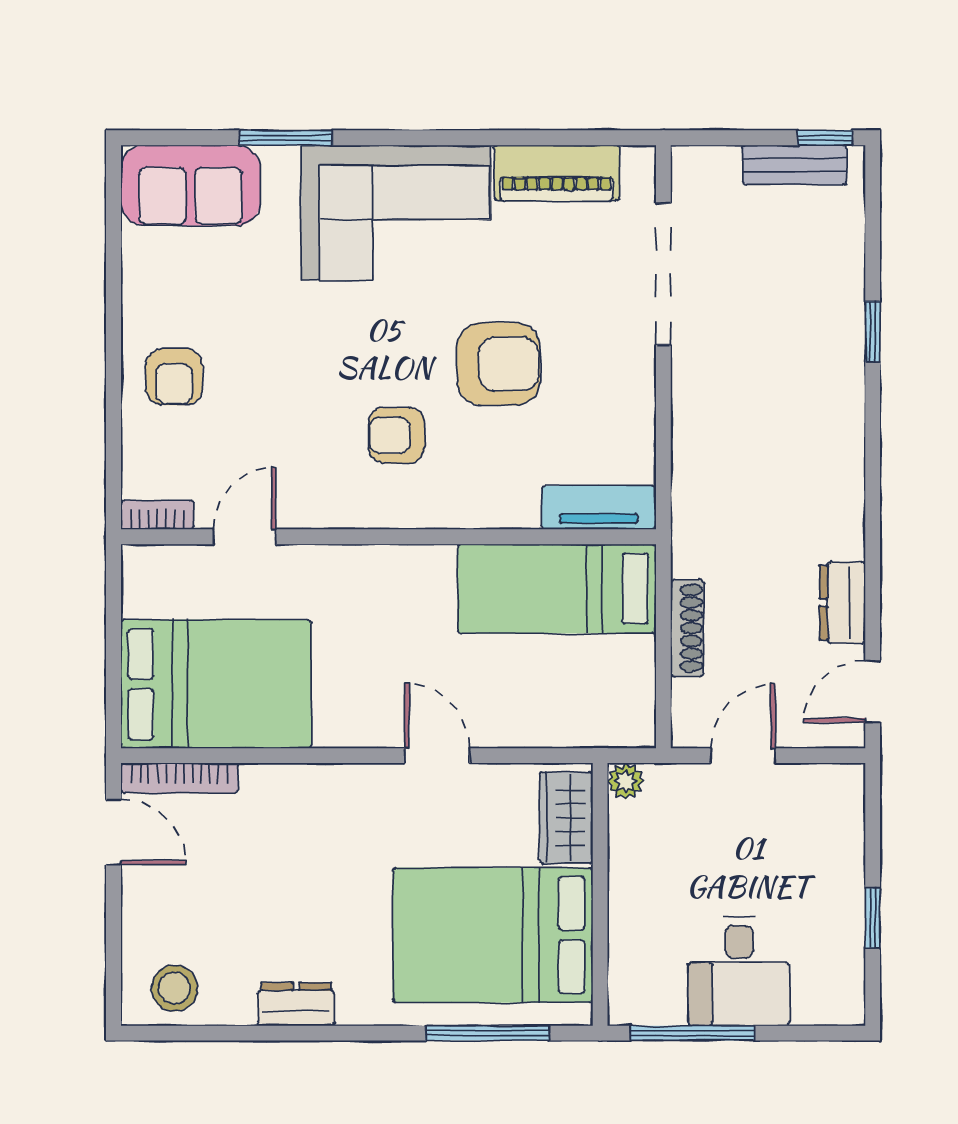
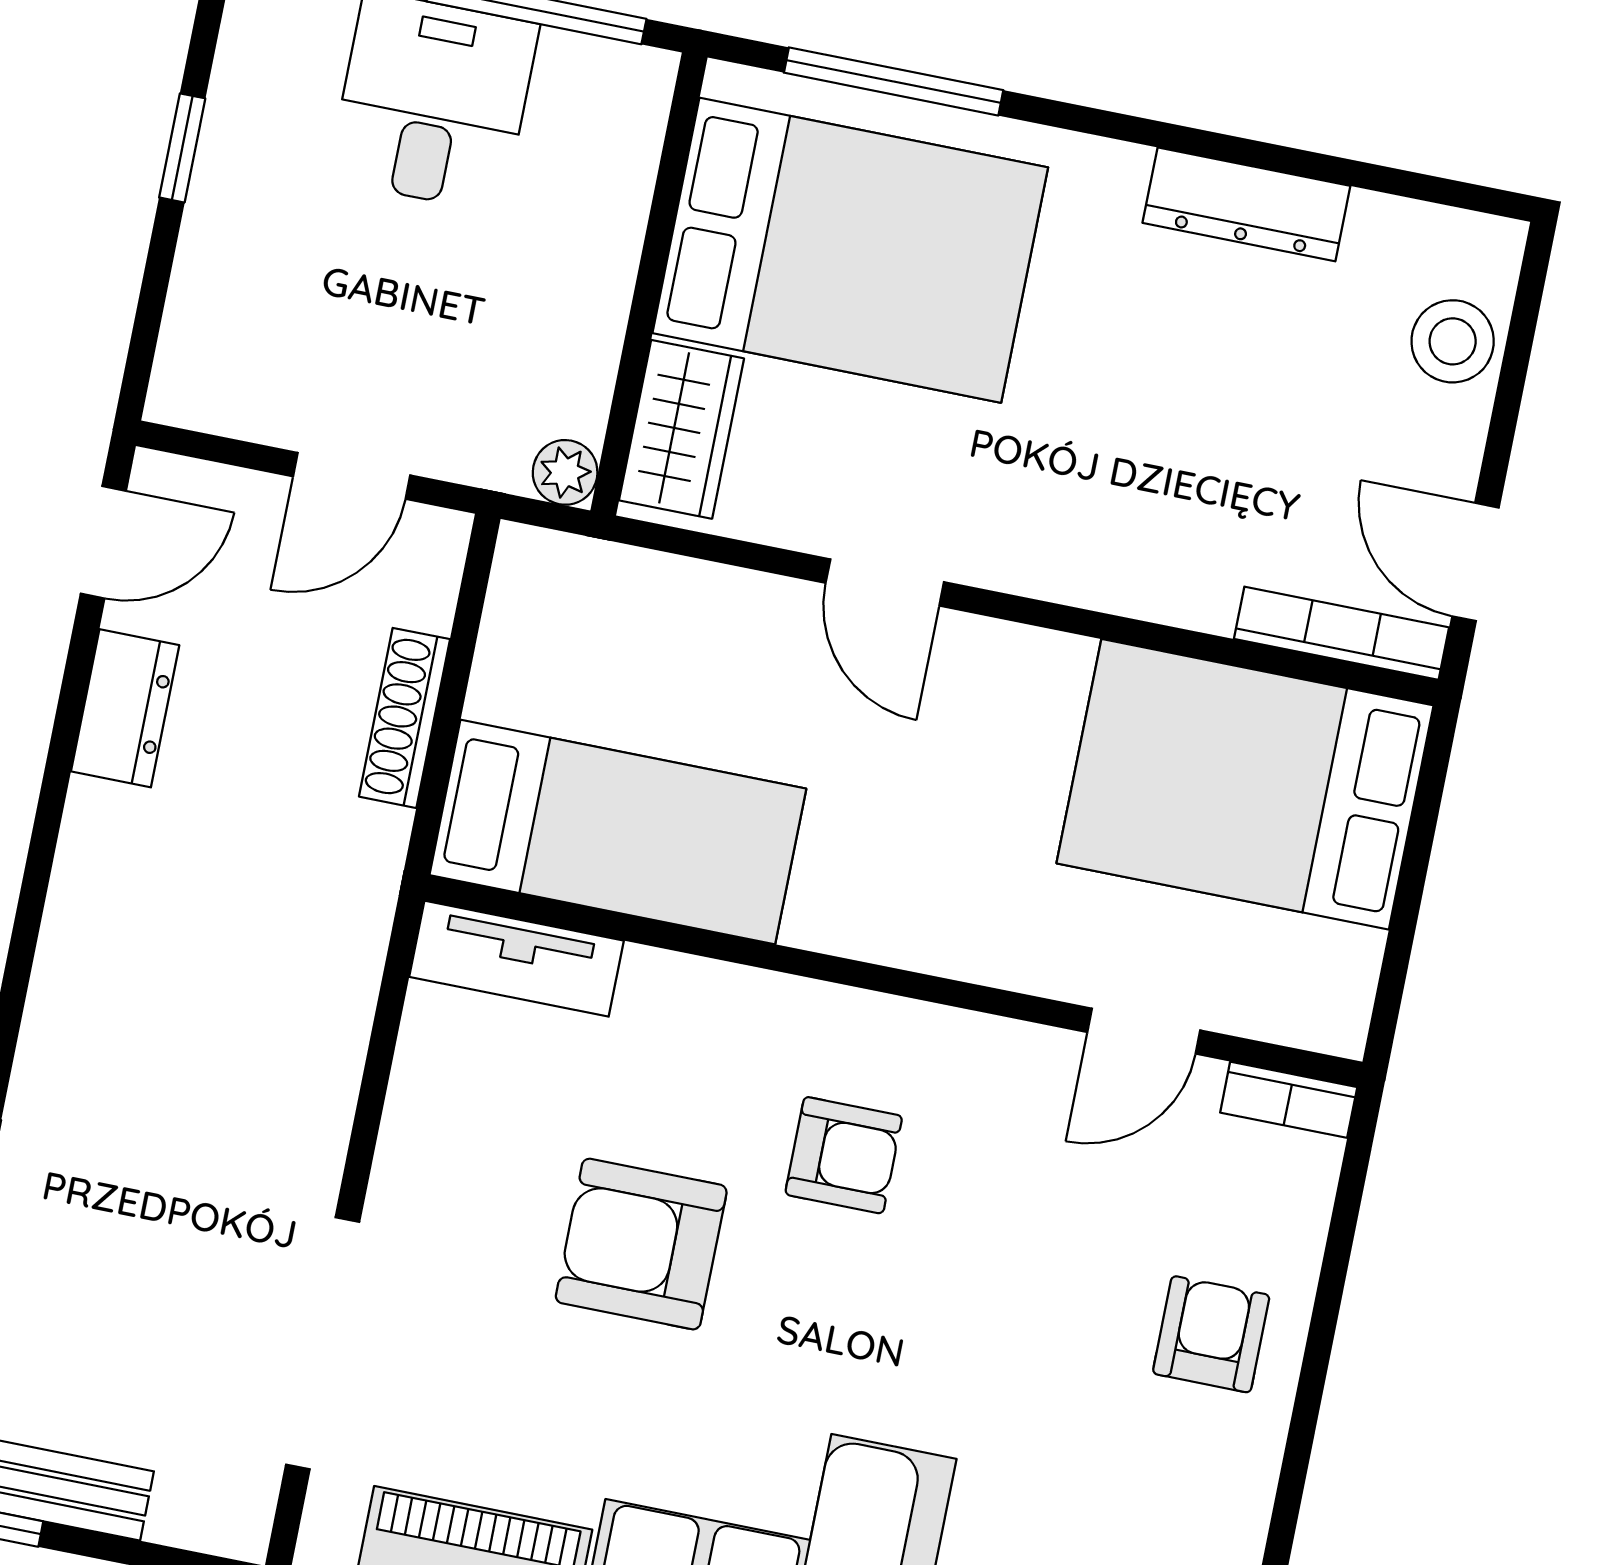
stool: (174, 988) -> (1453, 341), moved
dresser: (296, 1004) -> (1246, 204), width x1.44

